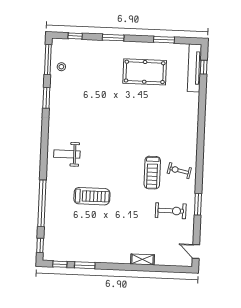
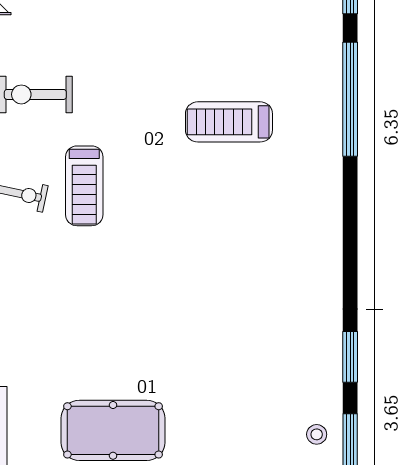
weight bench: (67, 154) -> (294, 222), removed
treadmill: (152, 173) -> (84, 186), turned 180

